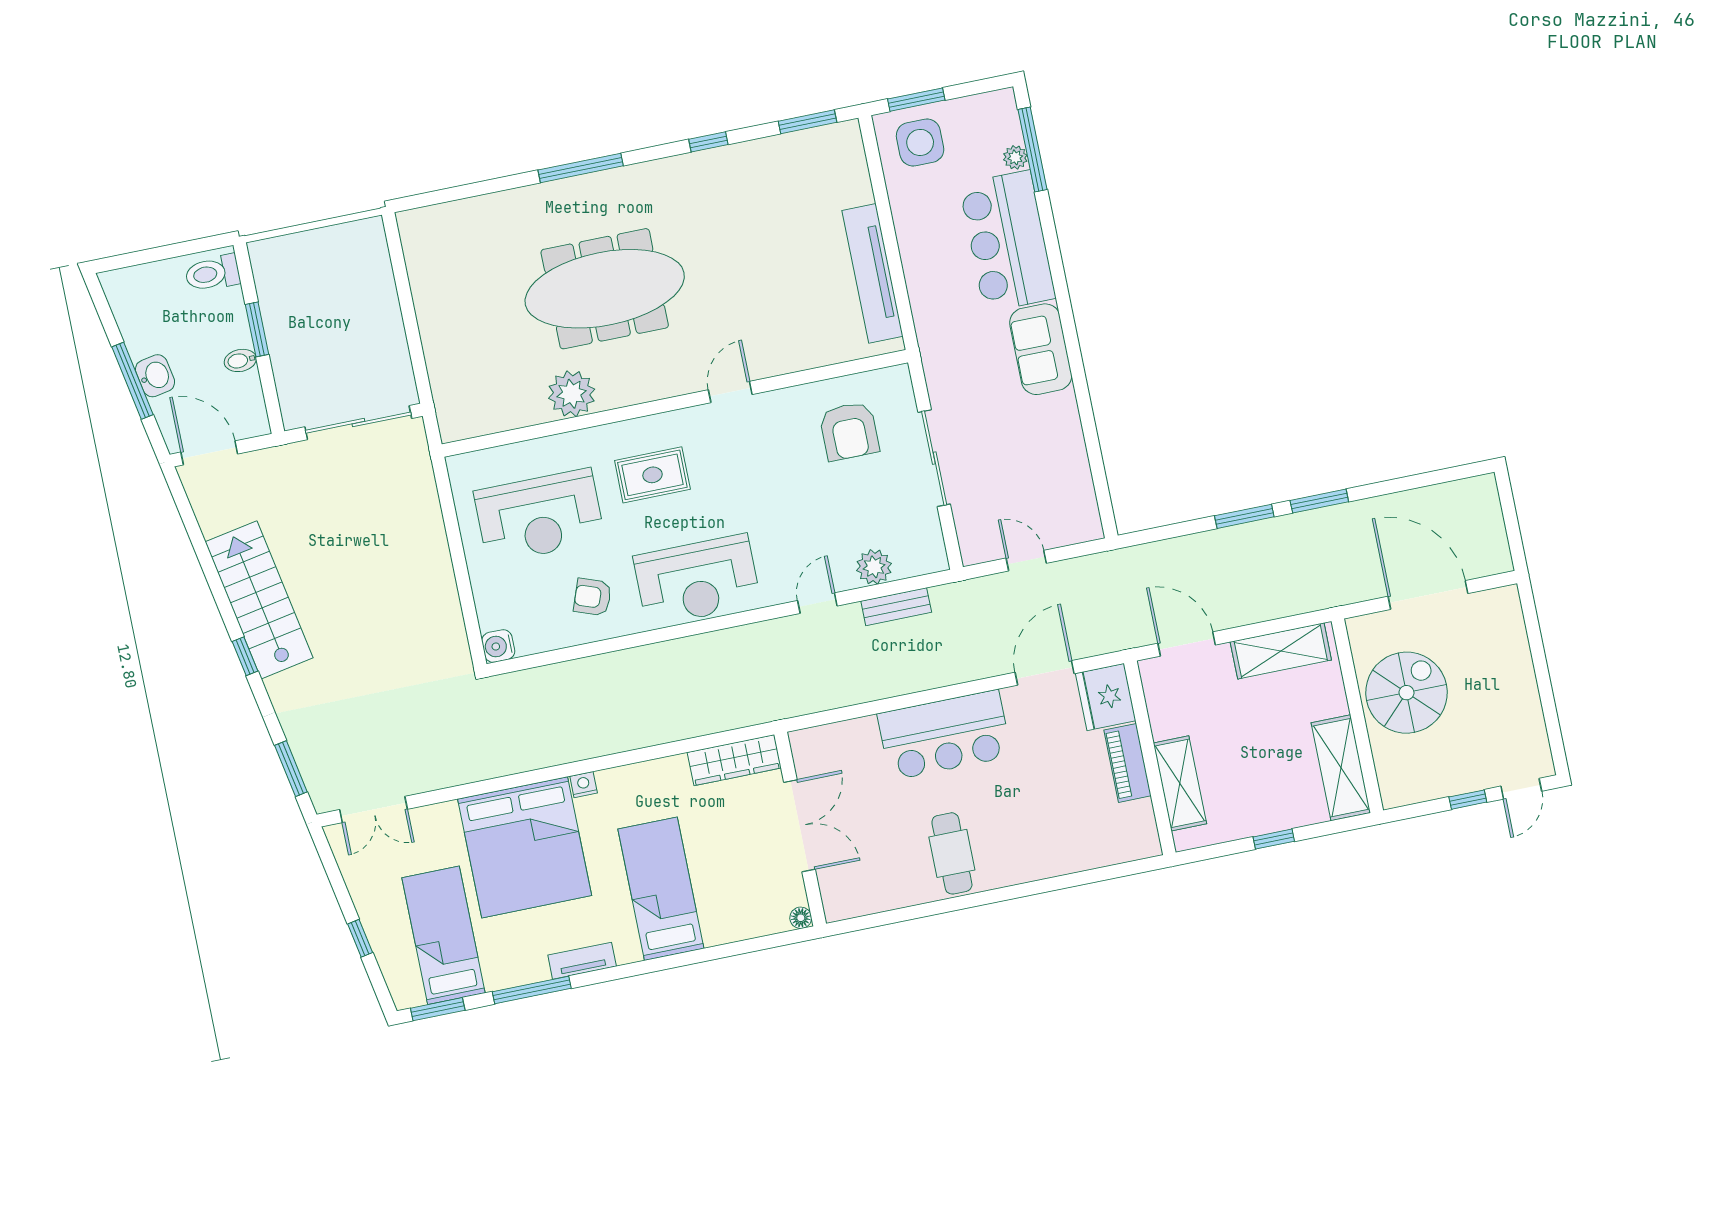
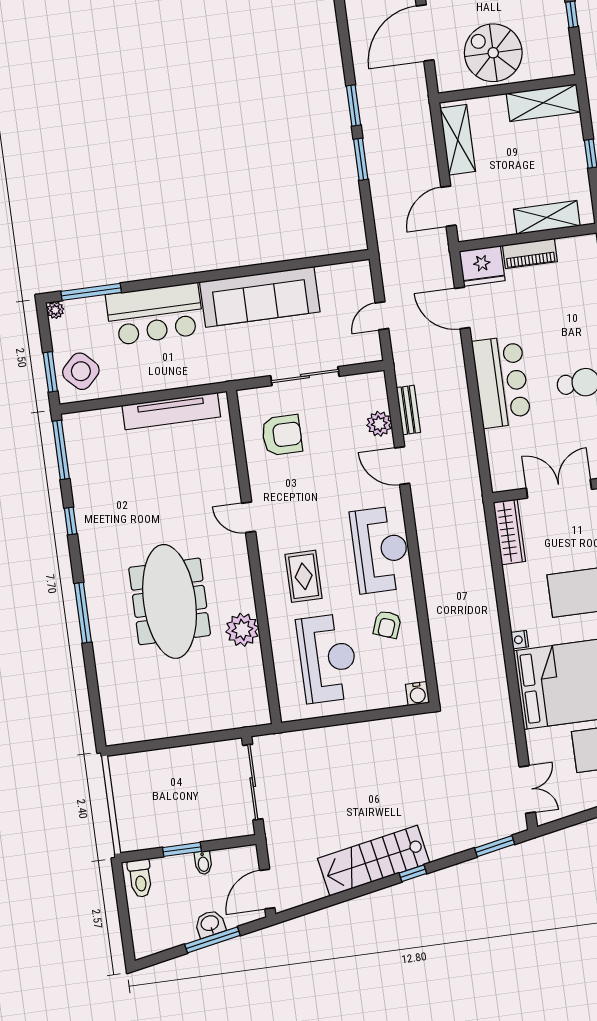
window: (808, 122) -> (61, 450), width x1.44
side table: (920, 142) -> (81, 371), turned 45
plant: (1015, 157) -> (55, 310), moved
sofa: (1041, 349) -> (260, 297), width x1.85, depth x1.27
door: (817, 603) -> (402, 466), width x1.38

